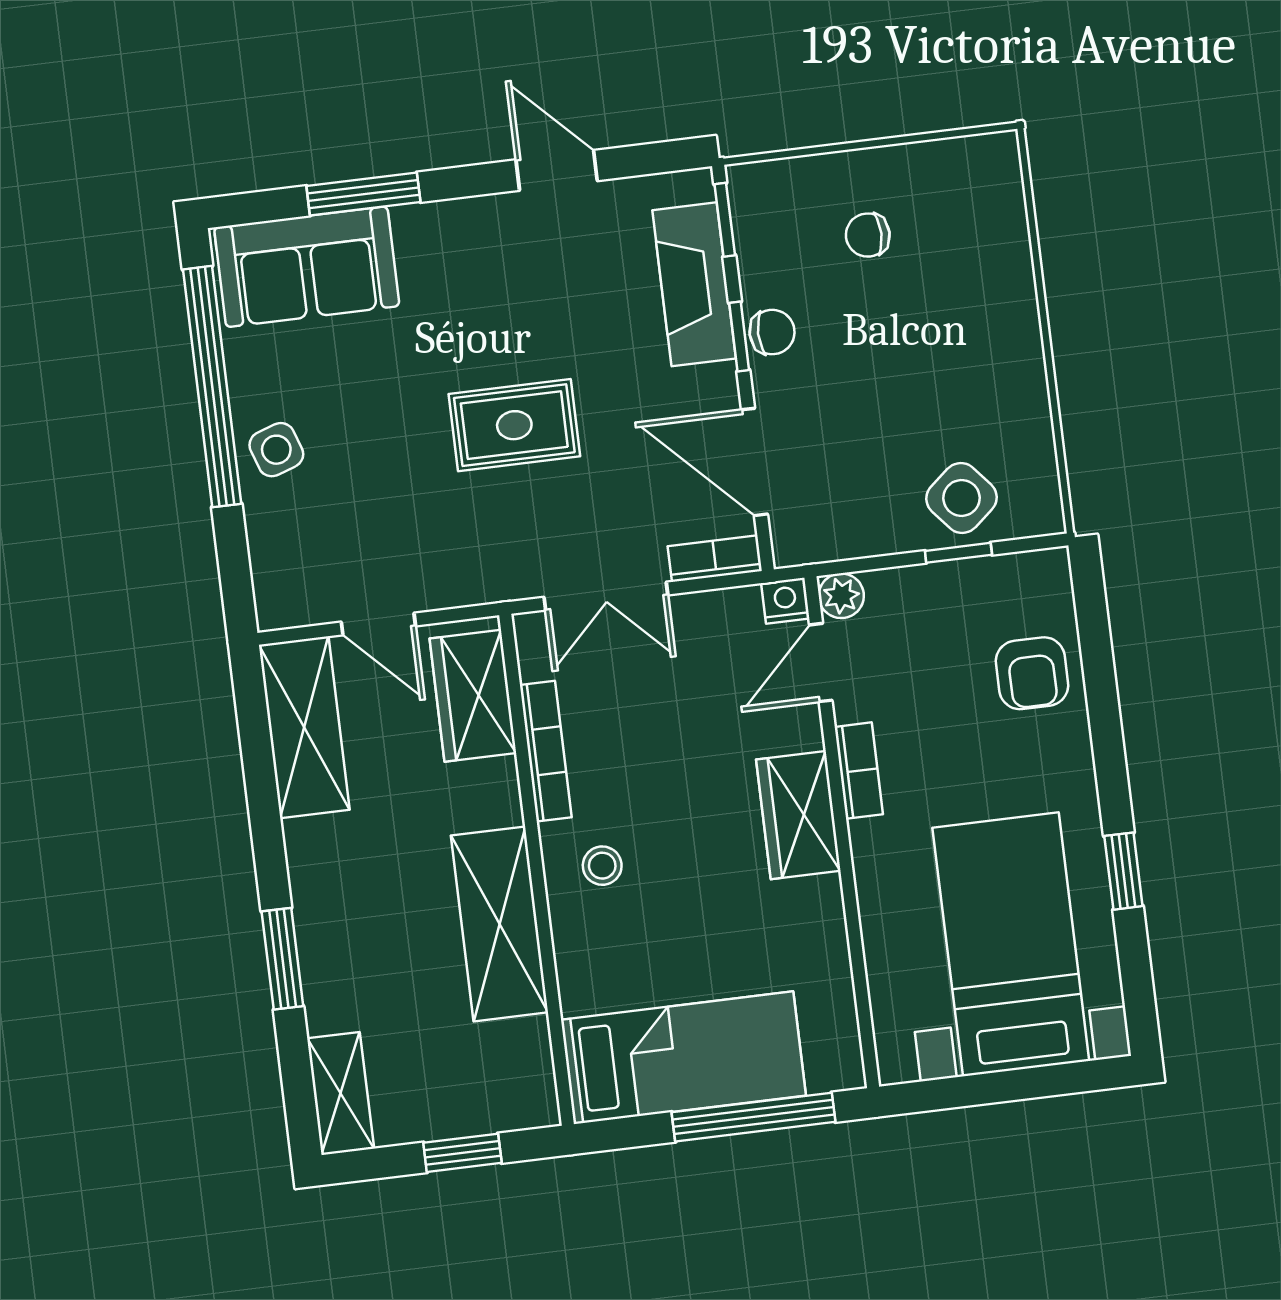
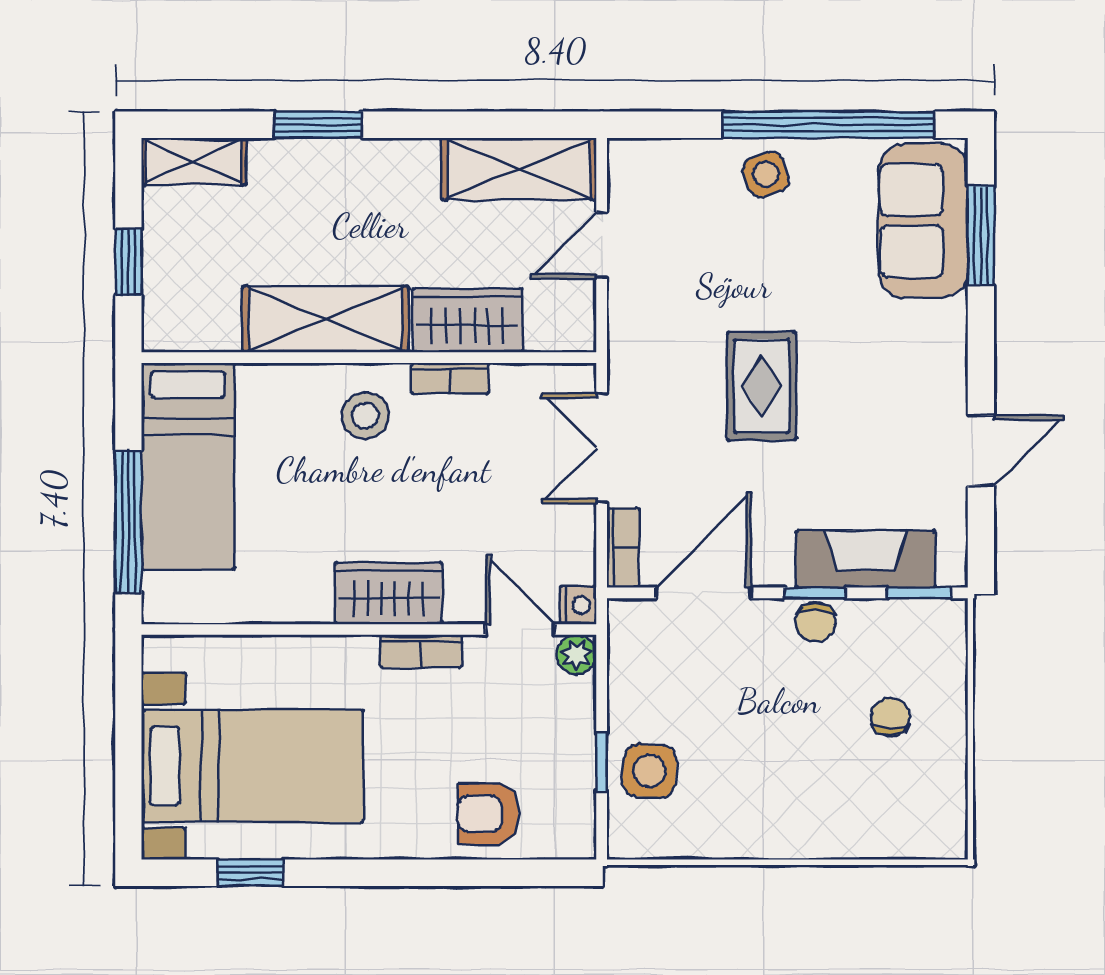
window: (363, 194) -> (981, 236), moved
side table: (961, 498) -> (649, 771), turned 45
wardrobe: (473, 696) -> (467, 320), moved
bookcase: (546, 751) -> (450, 378), width x0.64
stool: (602, 866) -> (365, 416), width x1.37, depth x1.37
window: (1123, 871) -> (250, 873), moved

